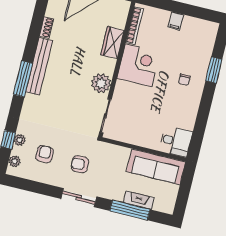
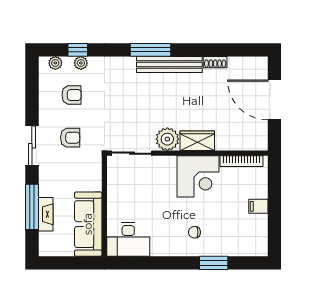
wardrobe: (112, 43) -> (197, 141), moved
desk: (176, 141) -> (128, 240), width x1.37
armchair: (80, 164) -> (70, 138), turned 93

